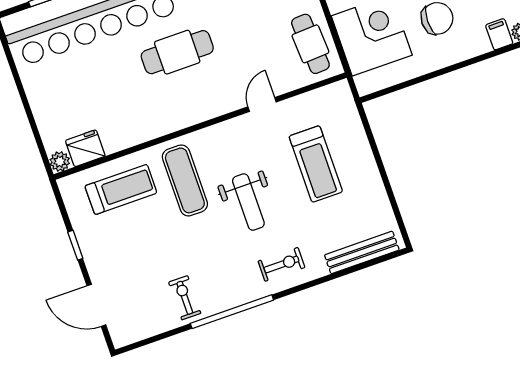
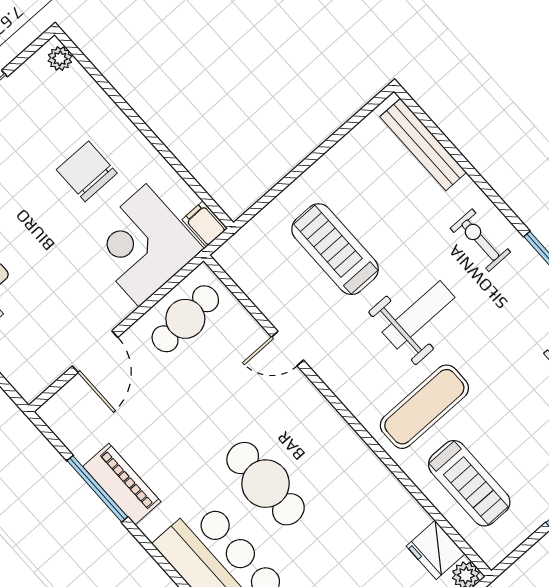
filing cabinet: (499, 34) -> (205, 224), moved, turned 90
treadmill: (316, 164) -> (335, 249), turned -90
treadmill: (121, 189) -> (469, 483), turned 180

